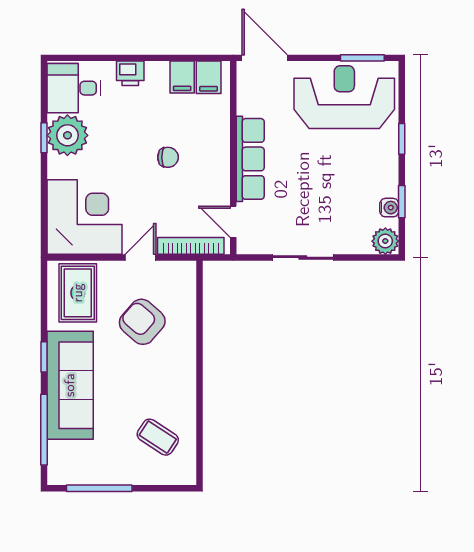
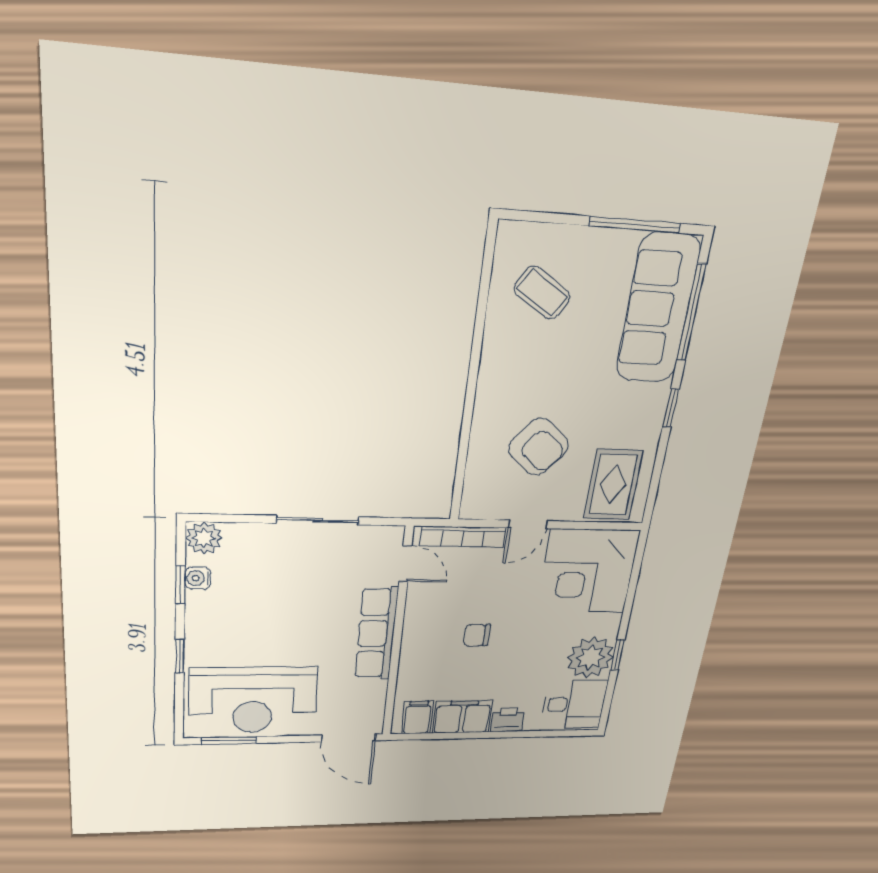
filing cabinet: (182, 77) -> (462, 717), width x2.00
sofa: (70, 385) -> (658, 309), moved

